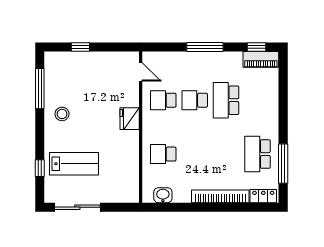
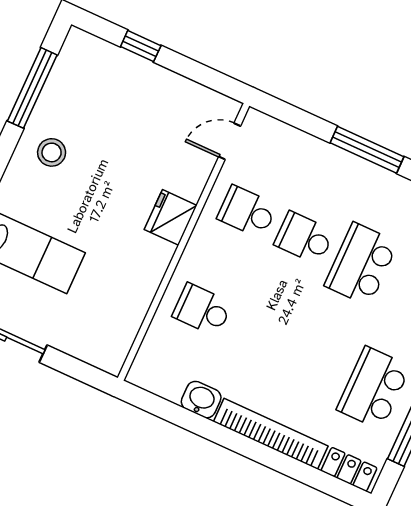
door: (141, 72) -> (230, 141), swing flipped
washbasin: (163, 195) -> (201, 400), moved

